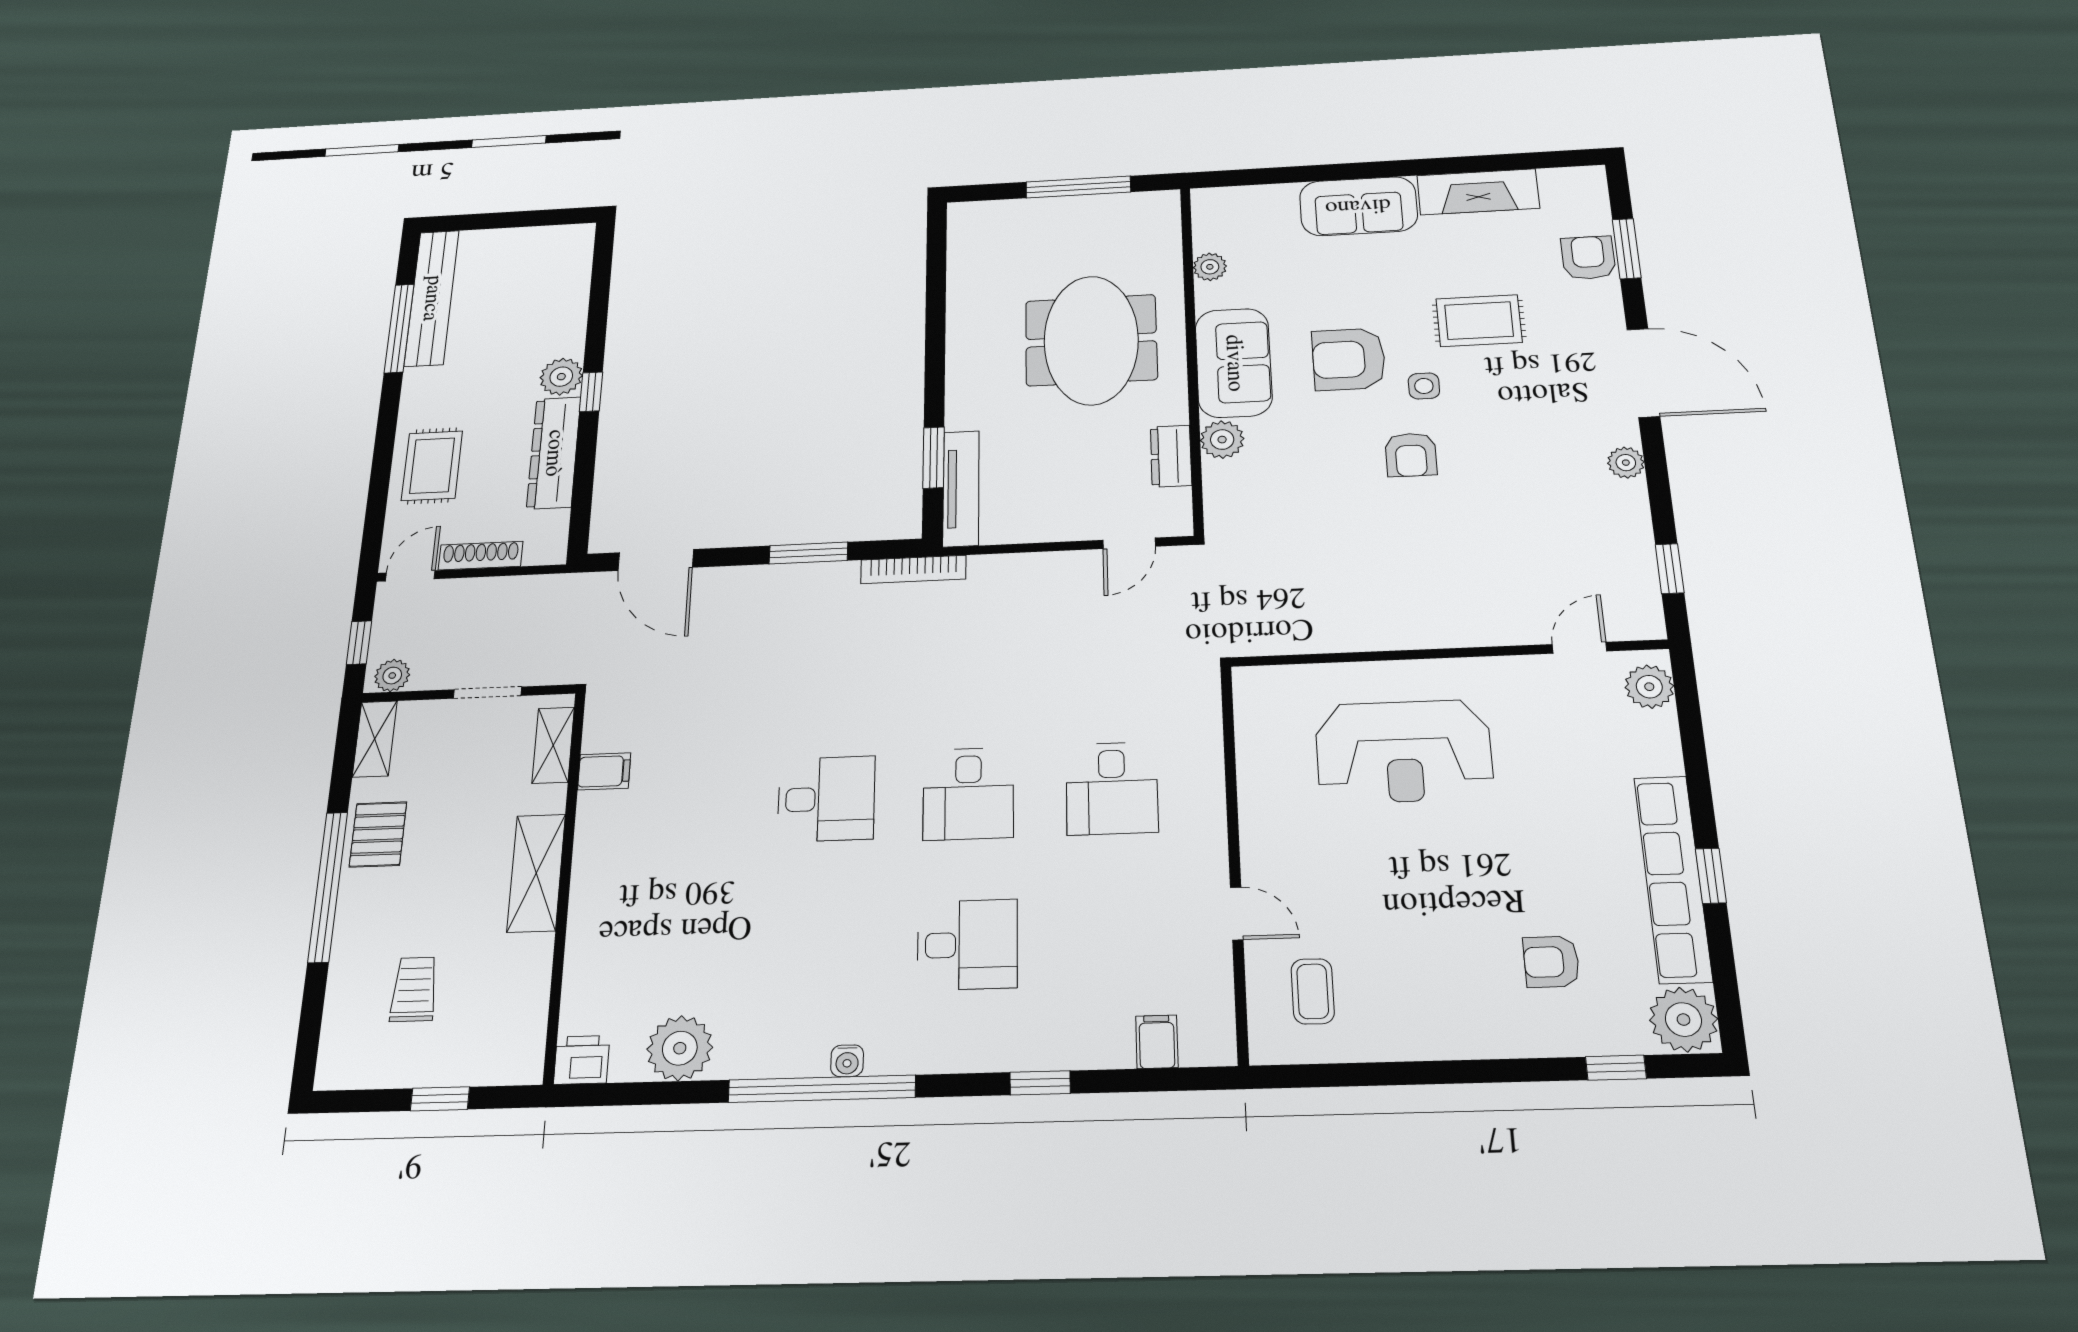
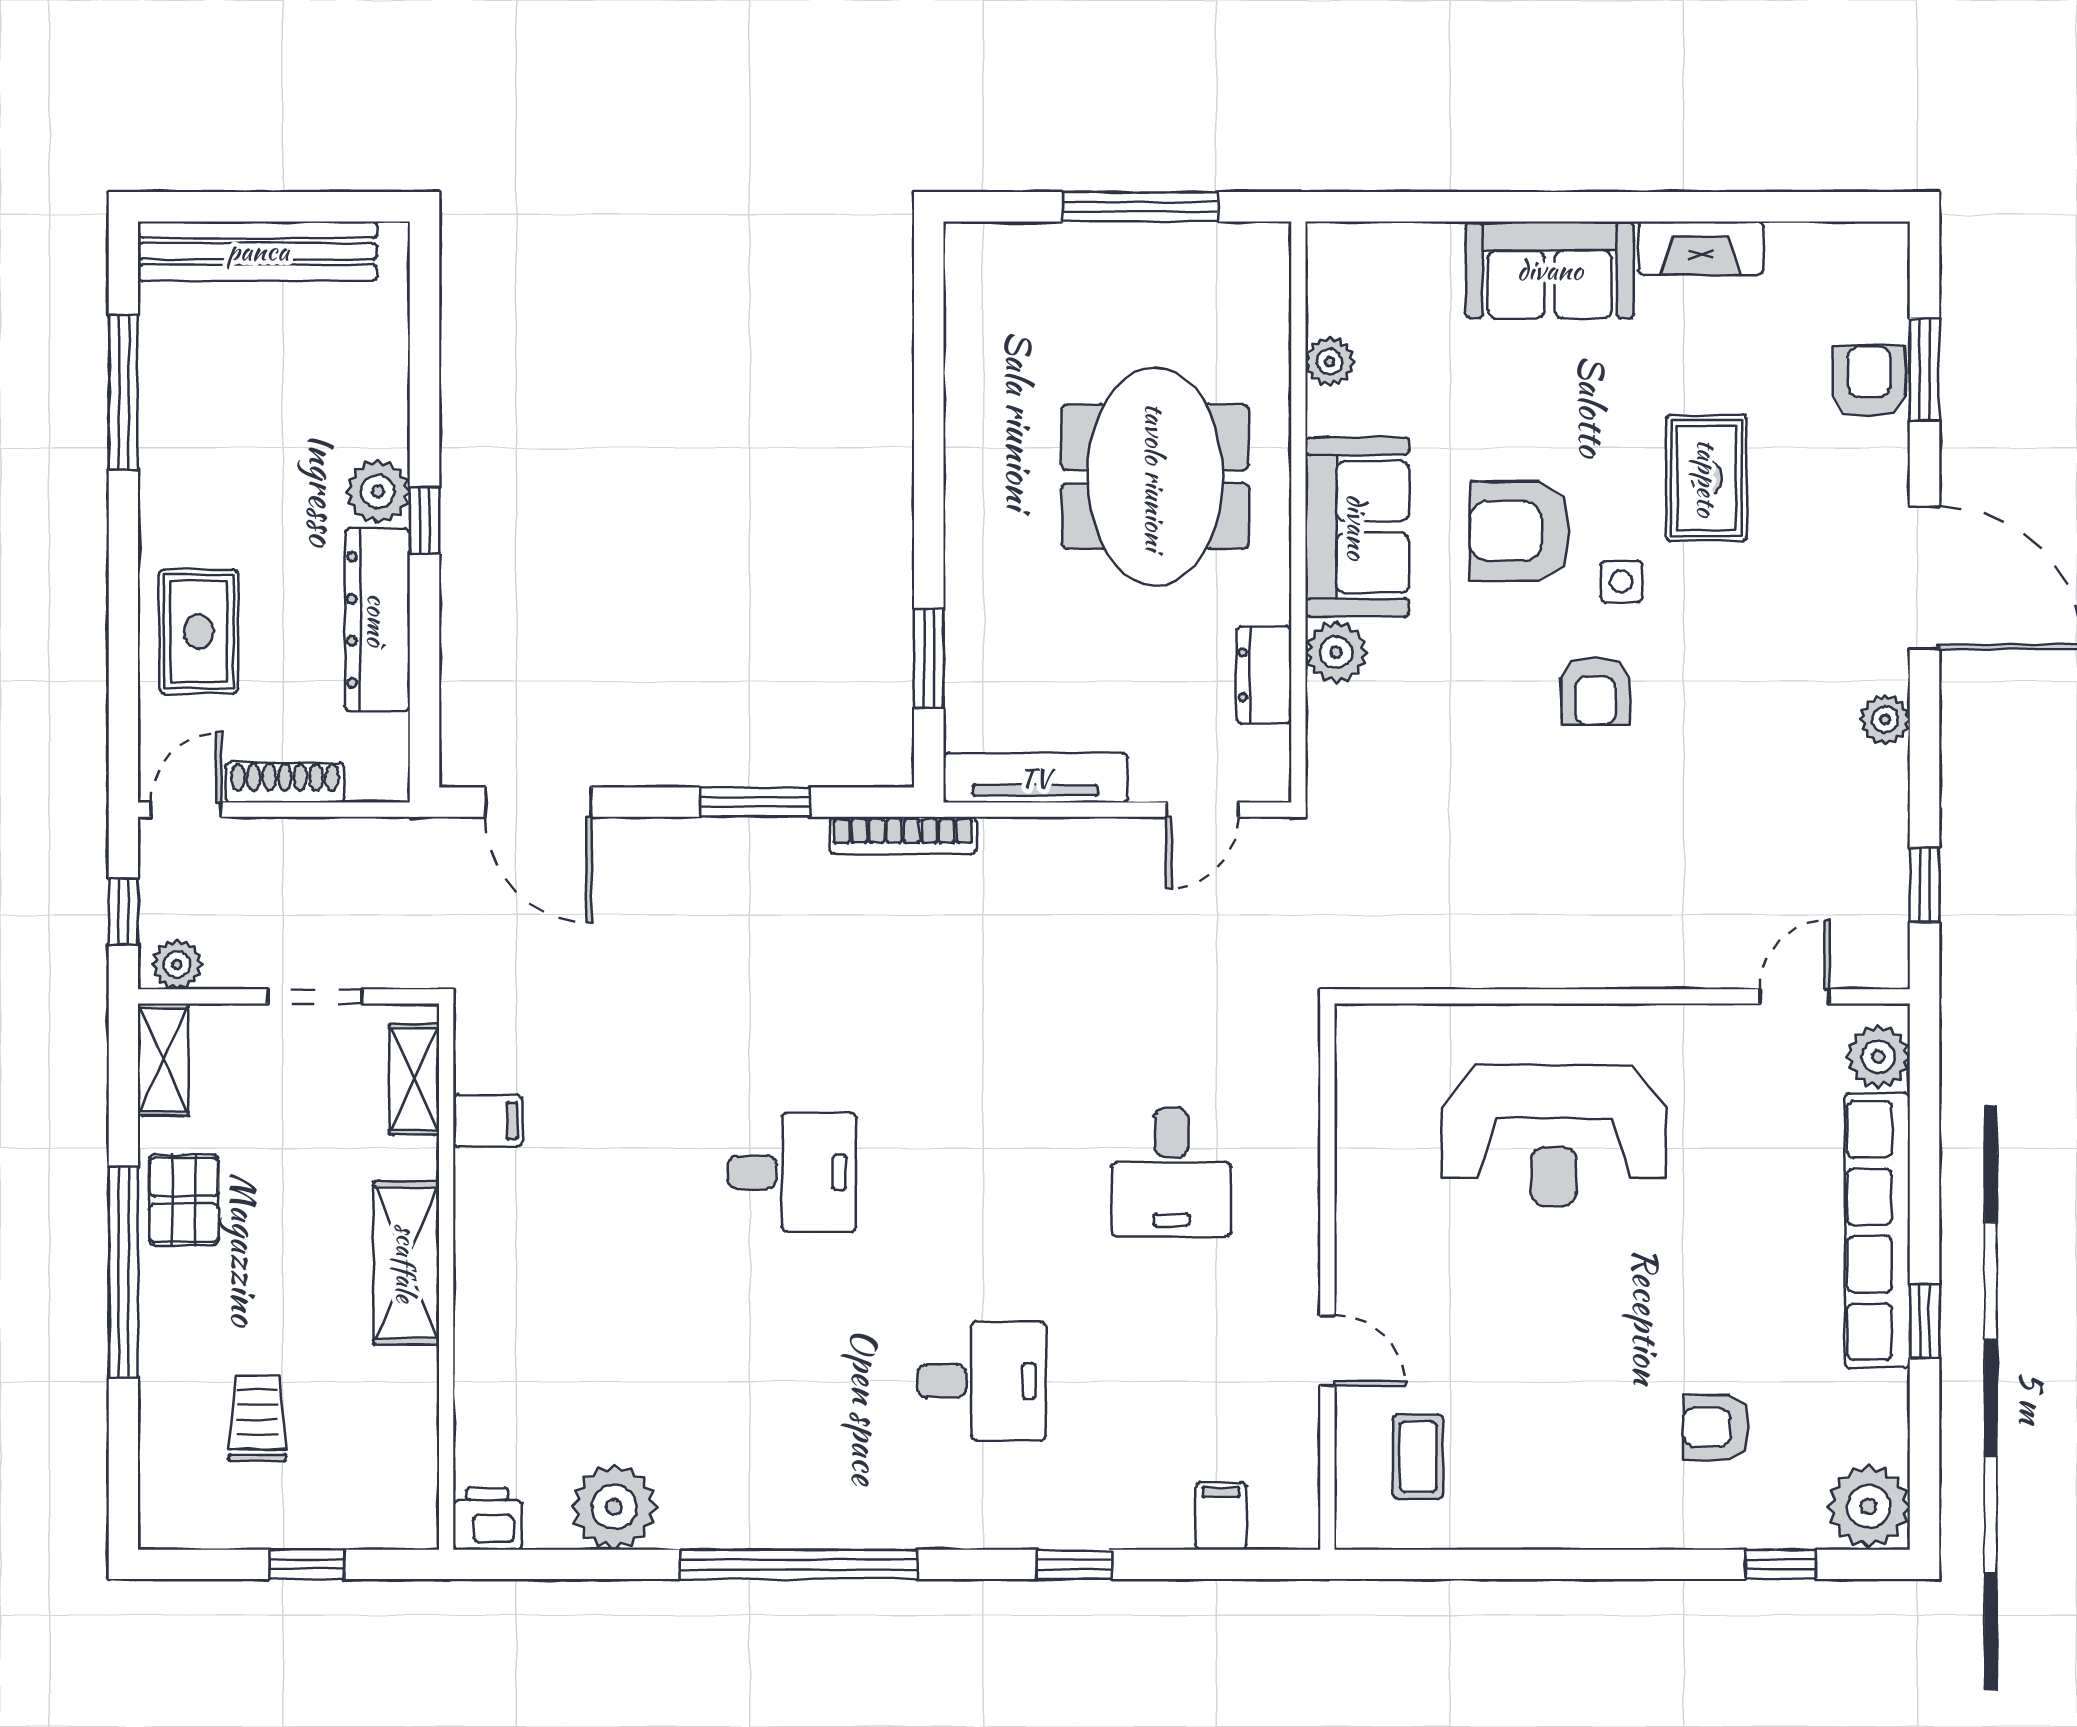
fireplace: (1478, 192) -> (1701, 248), width x0.73, depth x0.76
bench: (432, 298) -> (258, 251), moved, turned 90
rug: (1479, 321) -> (1707, 478), turned 90
tv unit: (961, 488) -> (1035, 778), moved, turned -90
desk: (968, 794) -> (982, 1172), removed
row of seats: (1673, 878) -> (1877, 1231), moved
water cooler: (847, 1061) -> (830, 1529), removed

